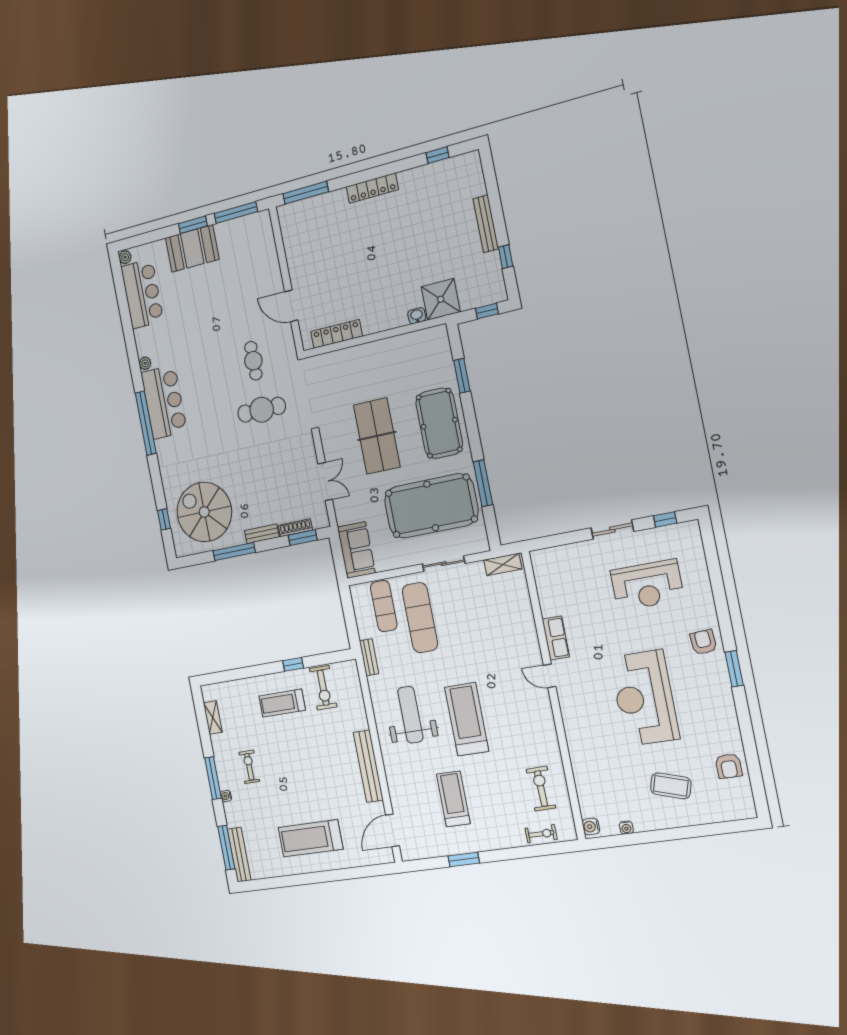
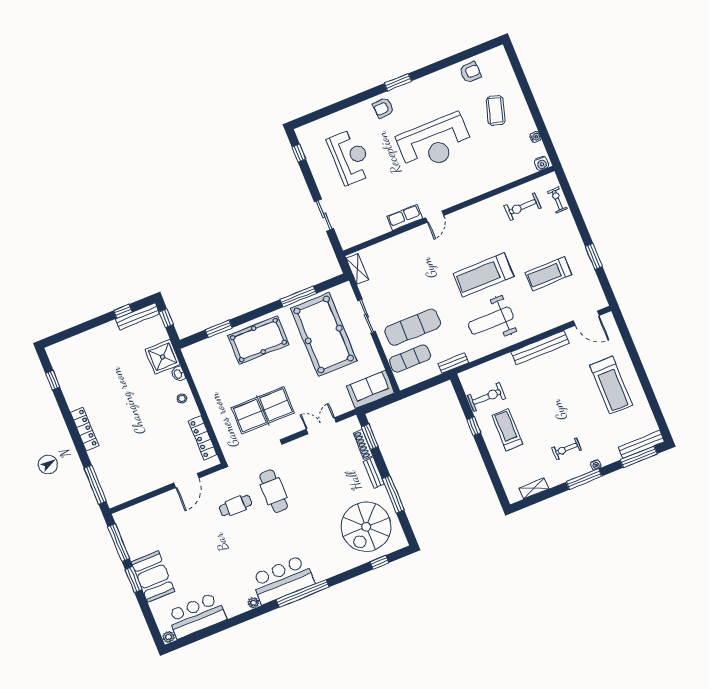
bench: (486, 224) -> (138, 316), moved
stool: (387, 316) -> (182, 399), added
table tennis table: (377, 436) -> (263, 410), moved
sliding door: (612, 530) -> (324, 215), moved
treadmill: (282, 703) -> (507, 430), turned 180

